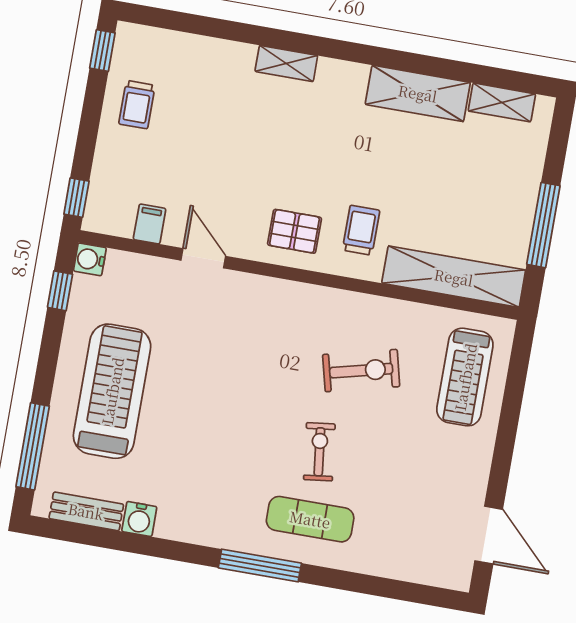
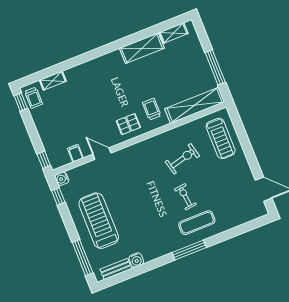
shelving: (286, 63) -> (53, 81), moved
trolley: (137, 105) -> (34, 98), moved

